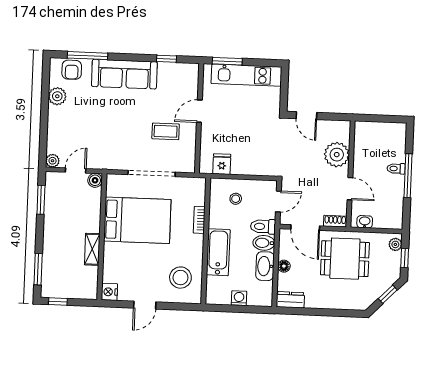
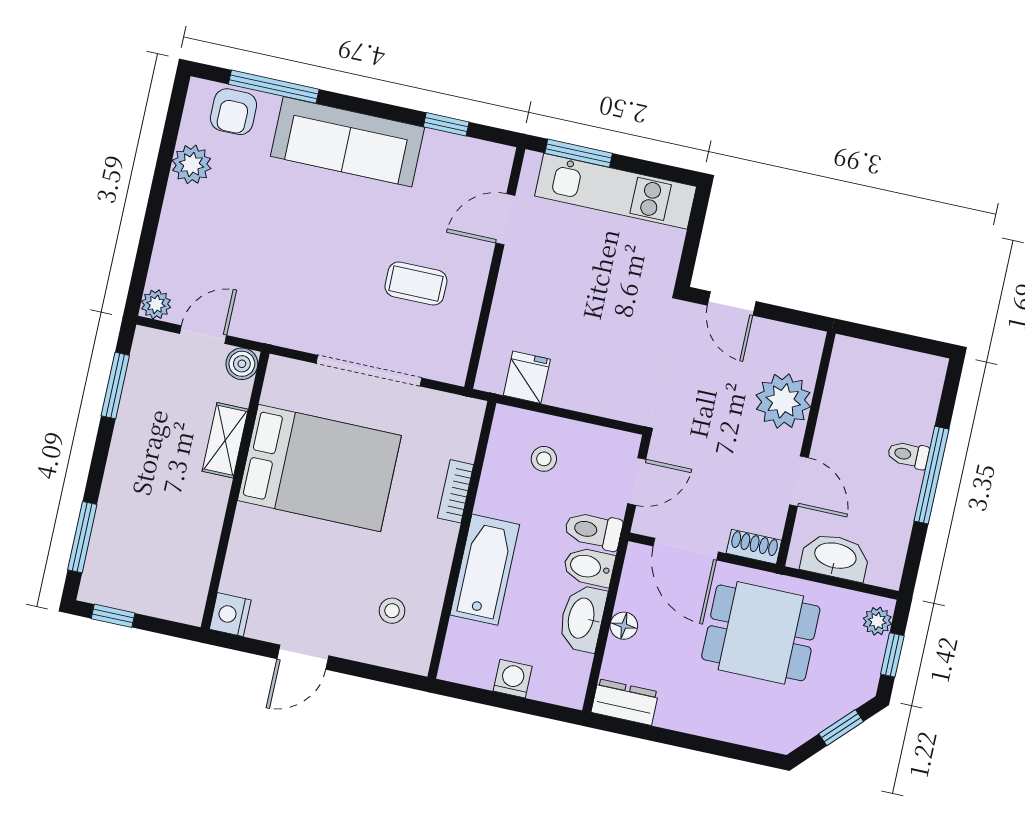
door: (199, 111) -> (505, 219), moved
washbasin: (365, 222) -> (835, 557), width x1.91, depth x1.45
shelving: (92, 249) -> (225, 440), moved
stool: (180, 278) -> (392, 611), width x0.53, depth x0.53

